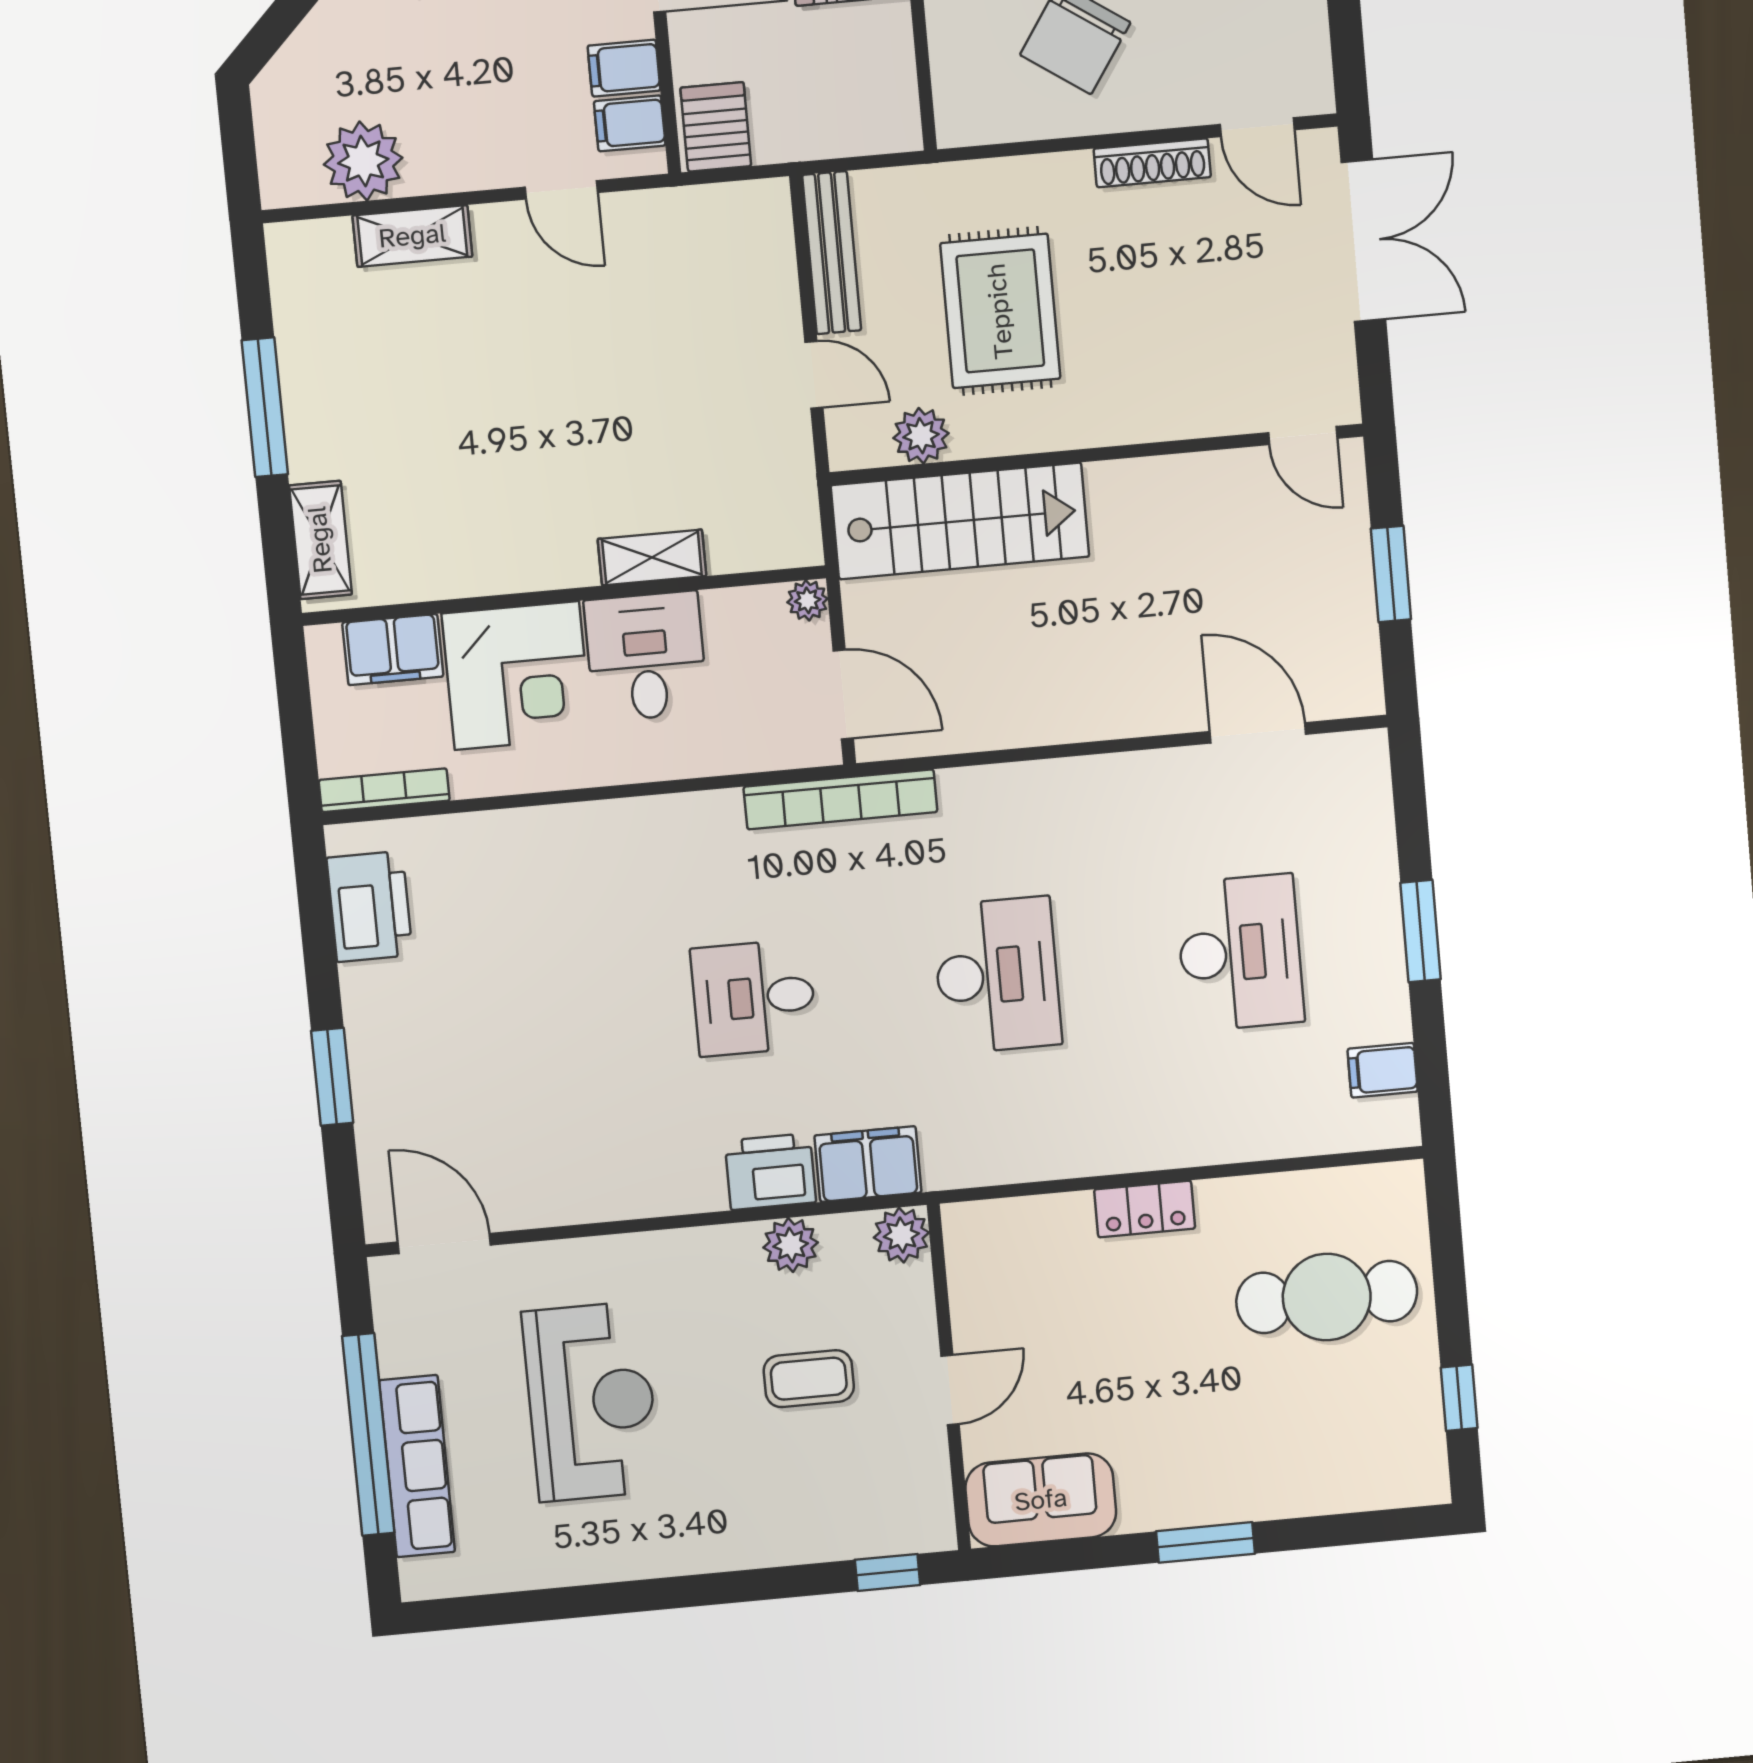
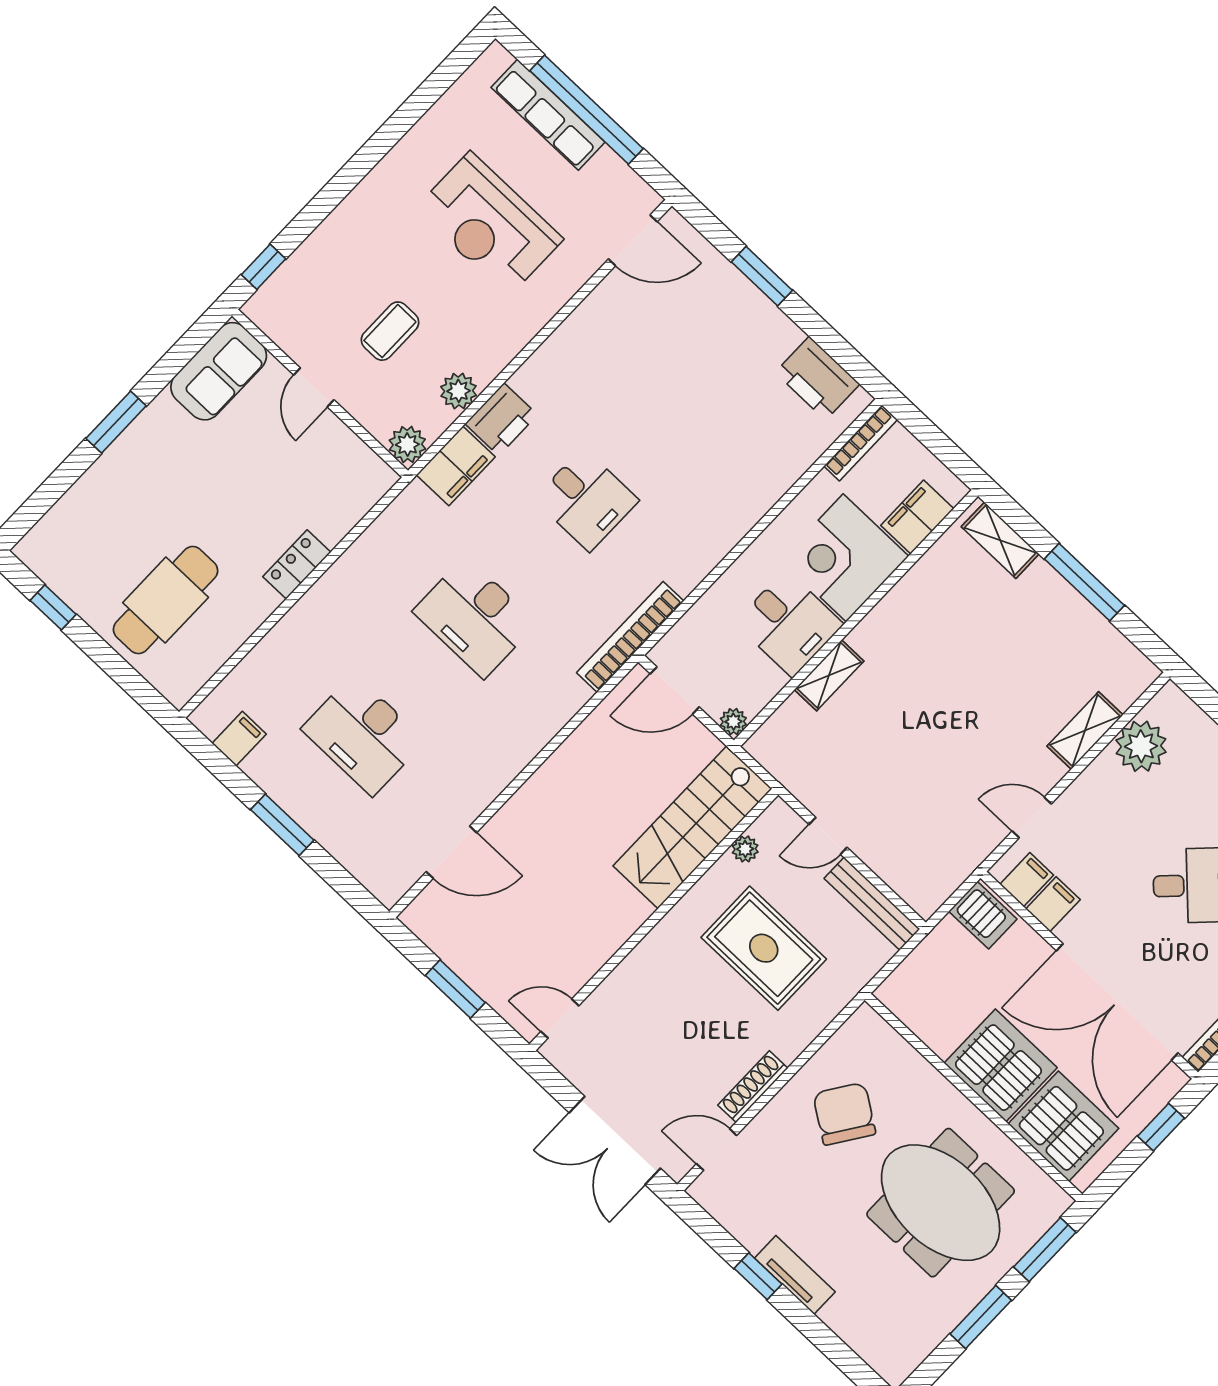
plant: (921, 436) -> (745, 849), width x0.73, depth x0.73
desk: (754, 998) -> (586, 500), turned 90

